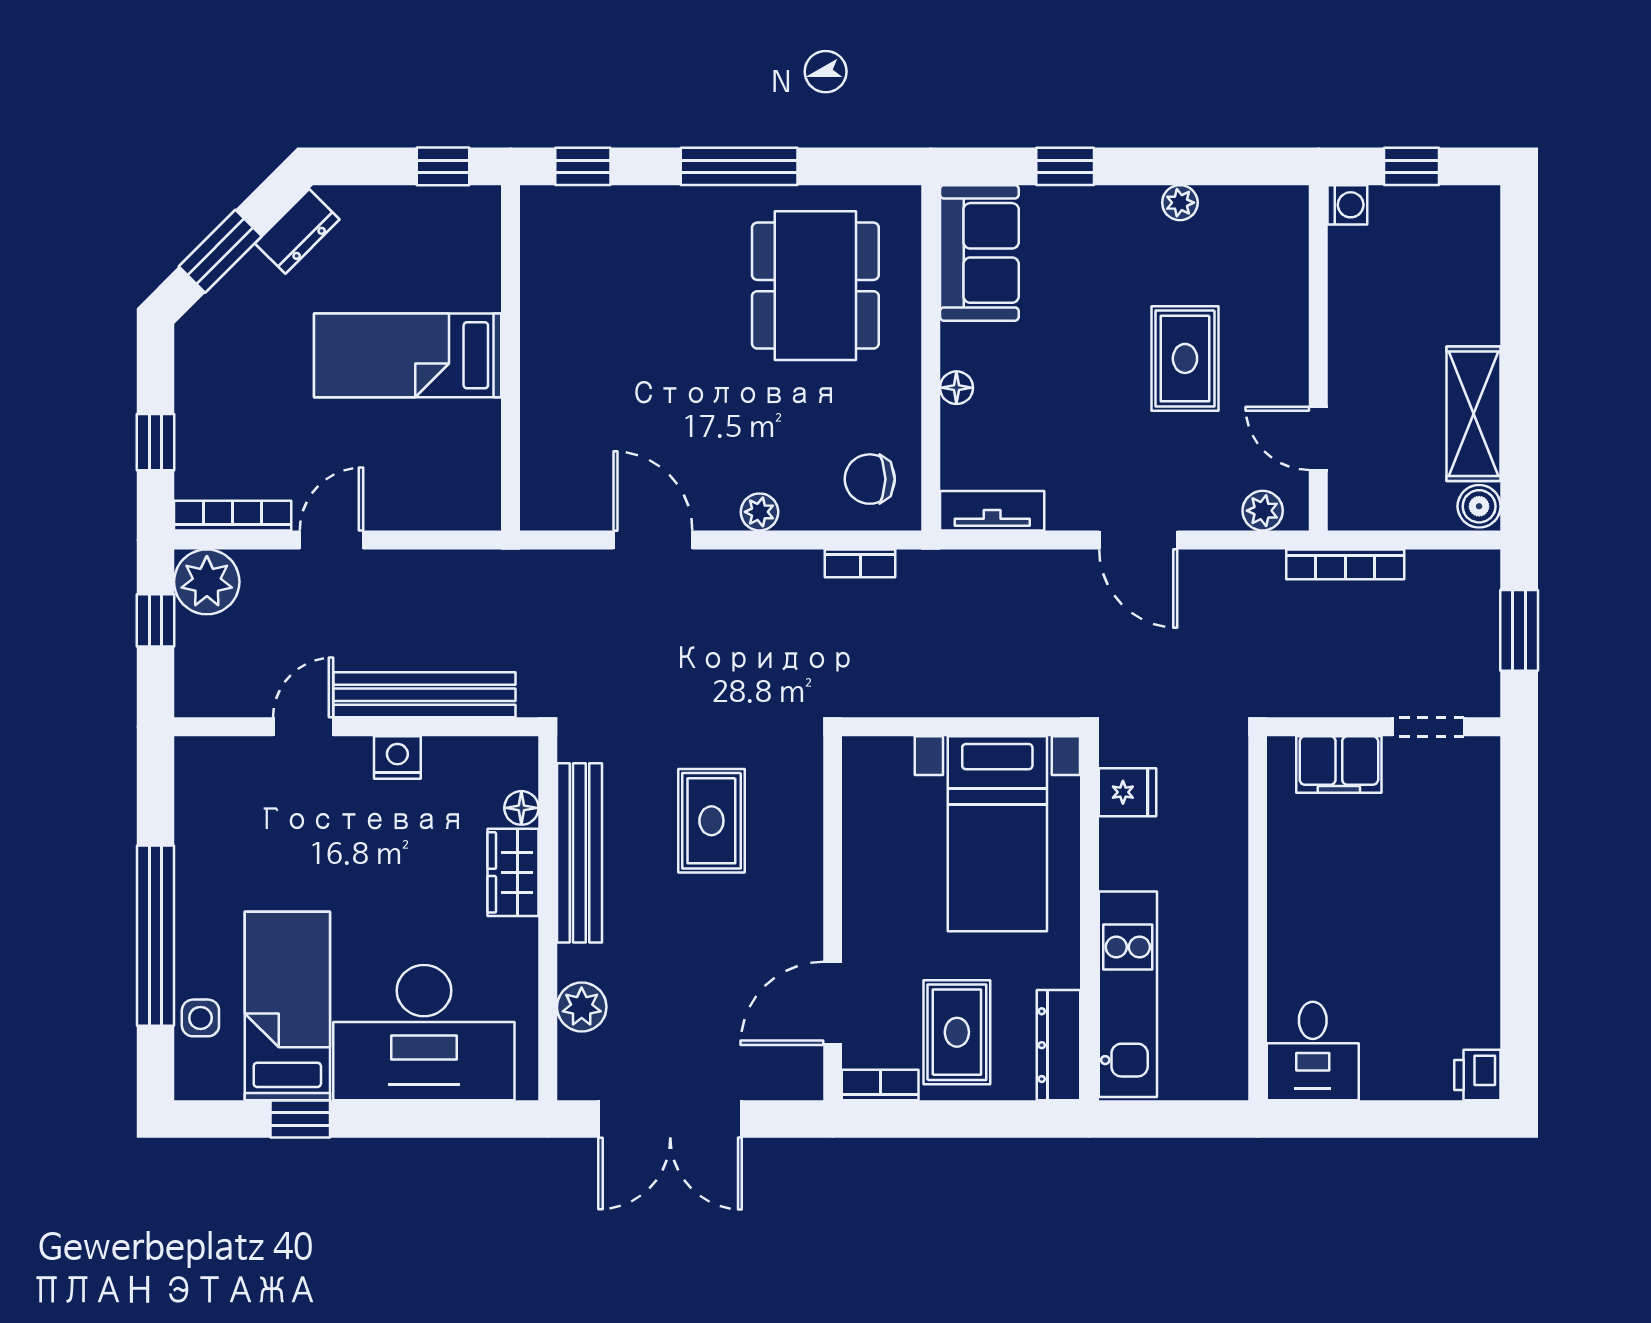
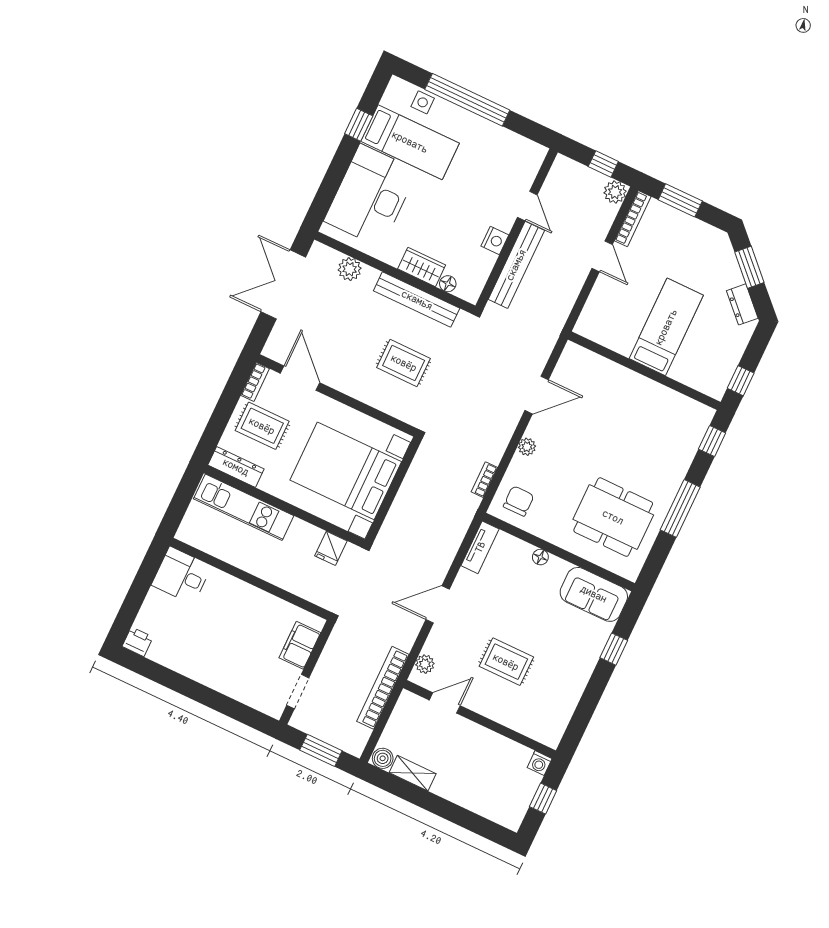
plant: (1180, 203) -> (575, 691), removed
shelving: (1474, 414) -> (413, 773), width x0.67, depth x0.75
window: (155, 442) -> (680, 200), width x1.50
bookcase: (1345, 564) -> (383, 688), width x1.48, depth x1.31
plant: (207, 582) -> (615, 192), width x0.73, depth x0.73
bed with nightstands: (997, 834) -> (346, 471), width x1.36

